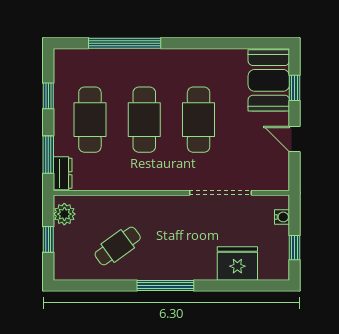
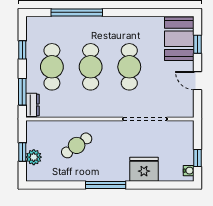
plant: (64, 214) -> (34, 157), moved
water cooler: (282, 217) -> (189, 171), moved
cafe table: (118, 246) -> (77, 145), moved
fridge: (237, 264) -> (144, 169), moved

